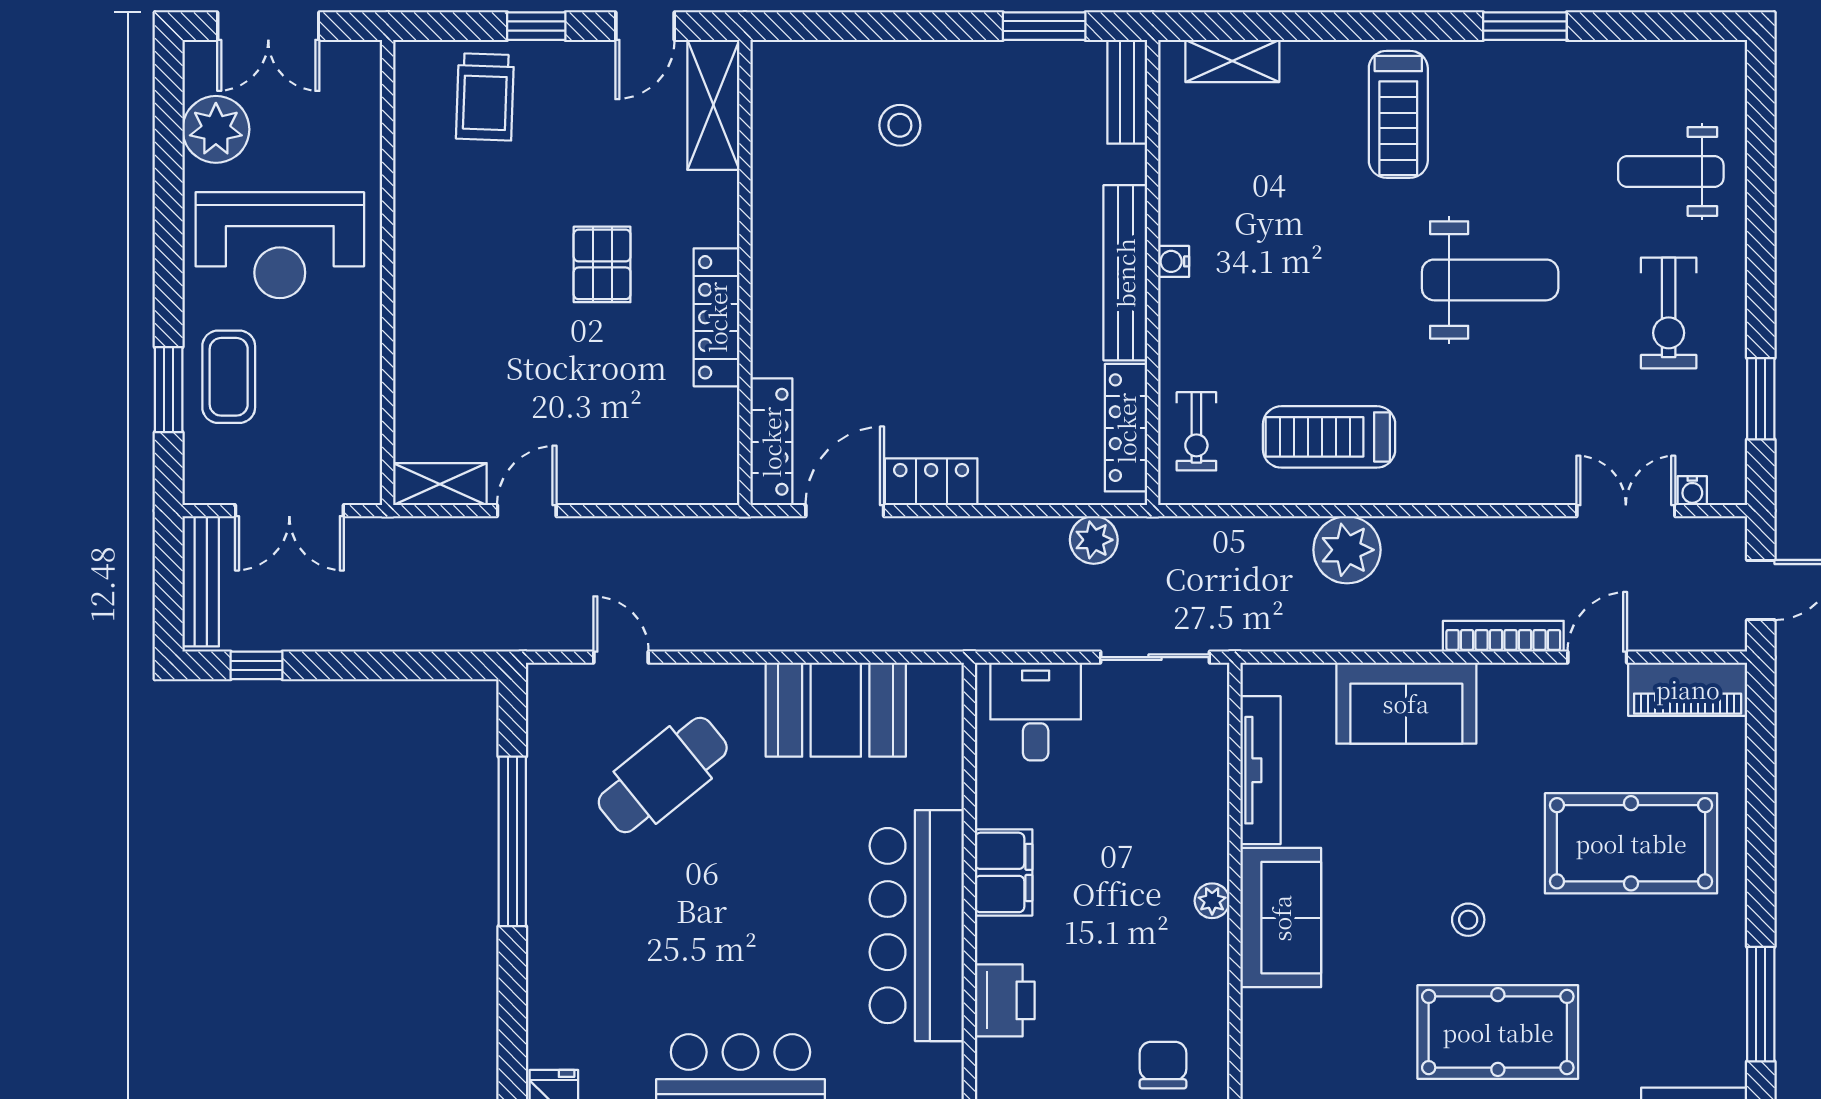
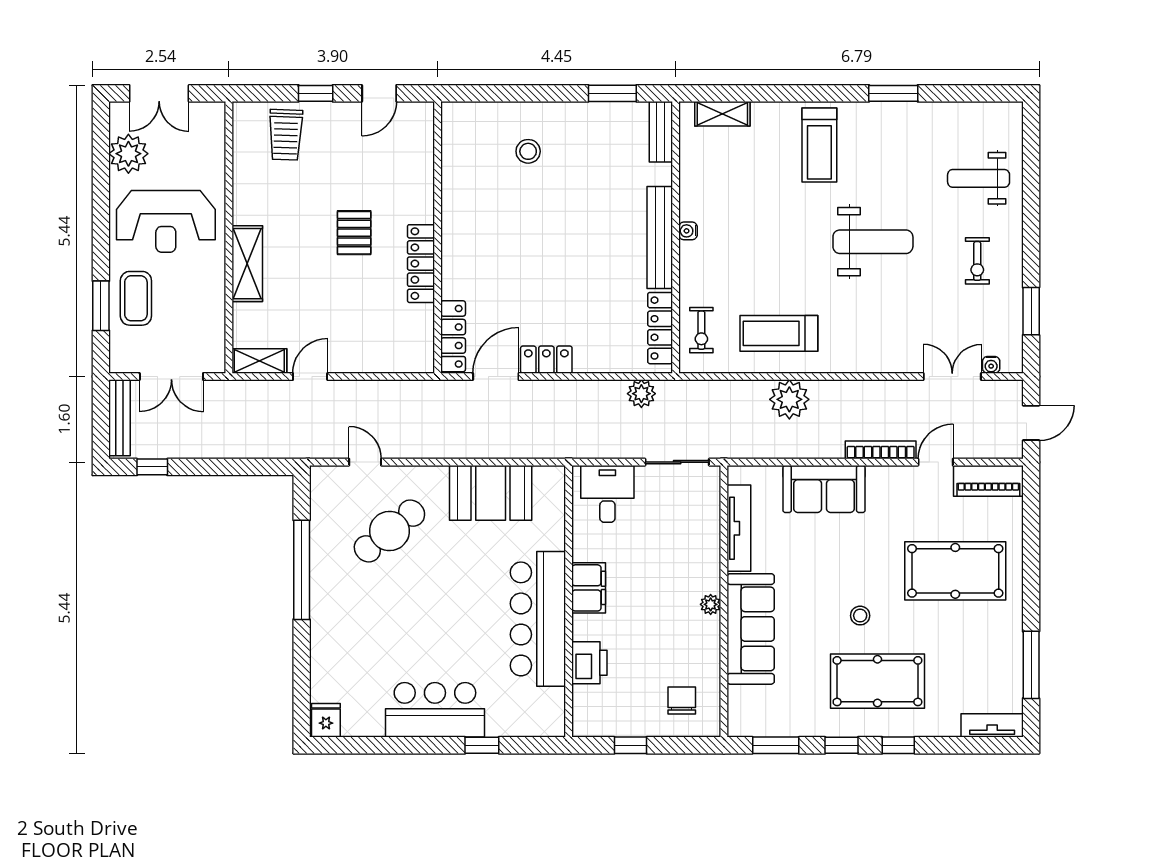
shelving: (713, 105) -> (247, 264), moved
exercise bike: (1669, 313) -> (977, 261), width x0.73, depth x0.72
sofa: (1281, 918) -> (751, 629), width x1.36

